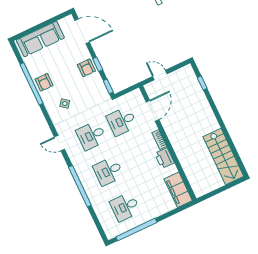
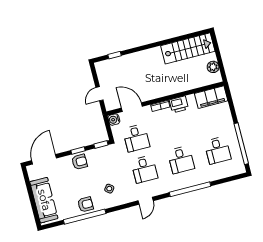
water cooler: (136, 95) -> (114, 120), added
plant: (209, 186) -> (213, 67), added

